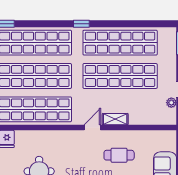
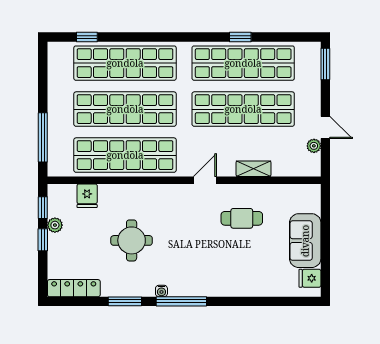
window: (81, 24) -> (240, 37), moved
shelving: (115, 119) -> (254, 169), moved

